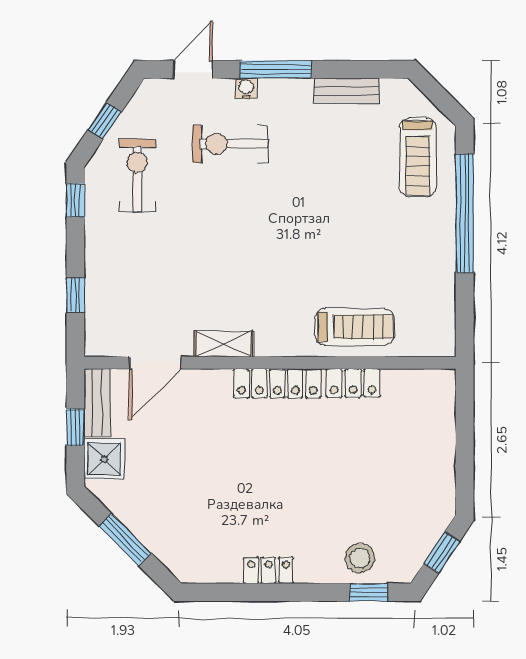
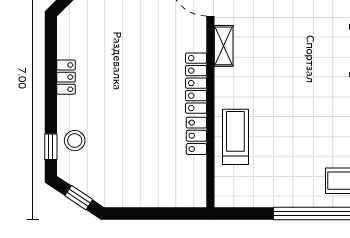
treadmill: (355, 327) -> (235, 137), turned 180

